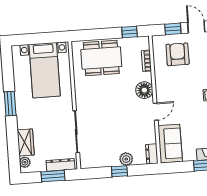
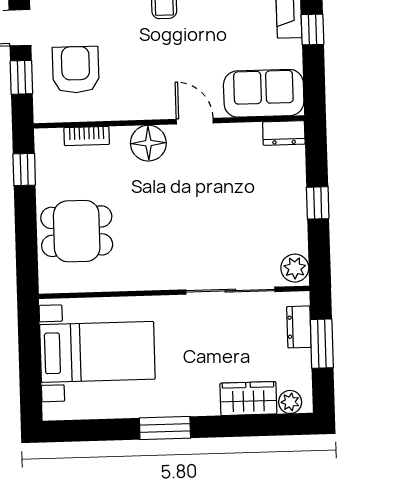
armchair: (178, 54) -> (76, 70), turned 90
dining table: (101, 58) -> (77, 231), width x0.73
plant: (126, 159) -> (295, 268), moved
dresser: (60, 165) -> (299, 327), width x0.70

